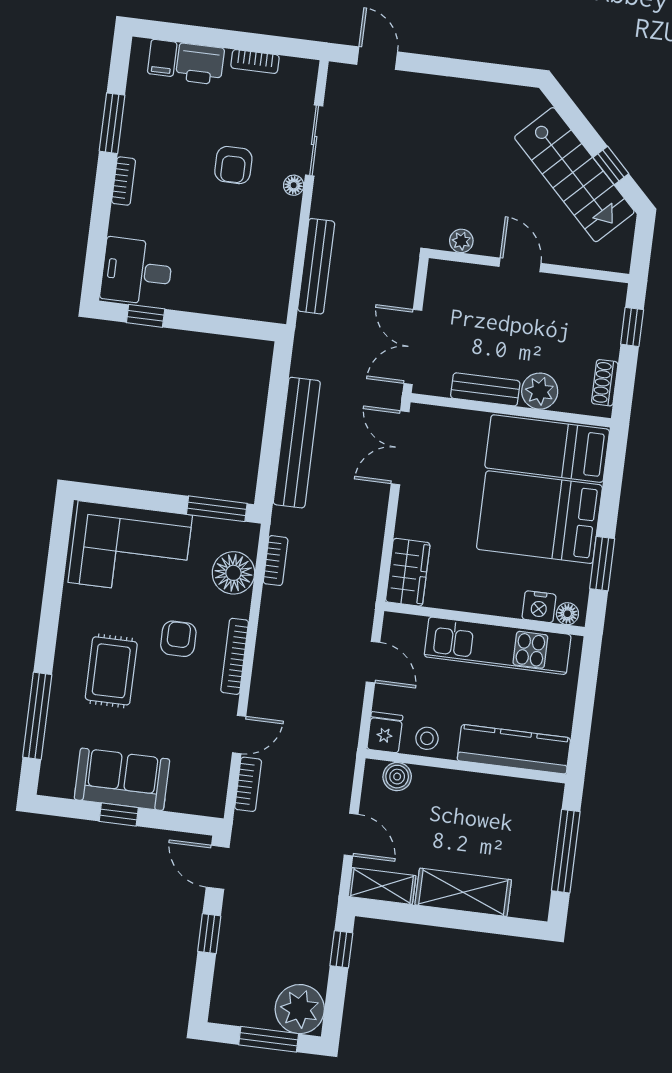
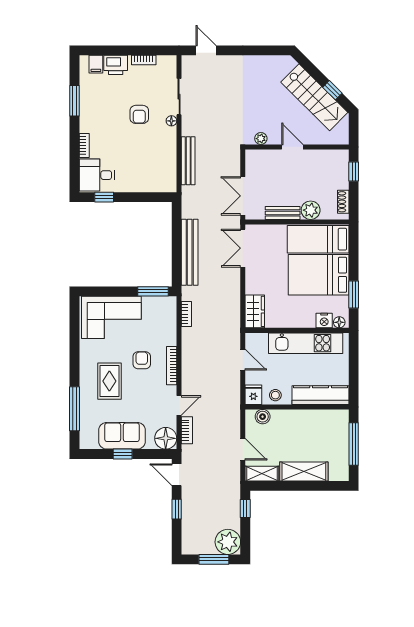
bookcase: (124, 181) -> (84, 145), moved
floor lamp: (233, 573) -> (166, 438), moved

